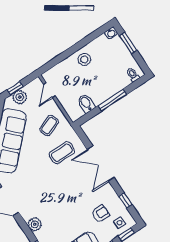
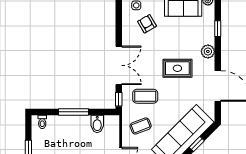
rug: (51, 194) -> (177, 68), added
window: (126, 201) -> (119, 99), moved
armchair: (100, 214) -> (147, 24), turned 60

